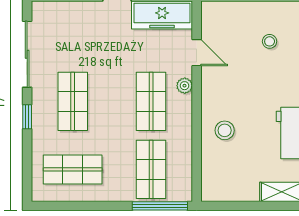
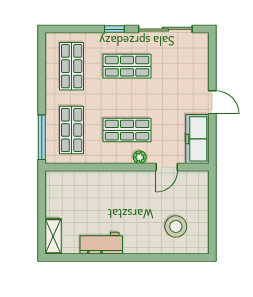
stool: (270, 41) -> (176, 226), width x1.89, depth x1.89
stool: (225, 130) -> (103, 190), removed
shop shelf: (151, 169) -> (72, 130), turned 90

